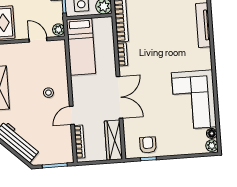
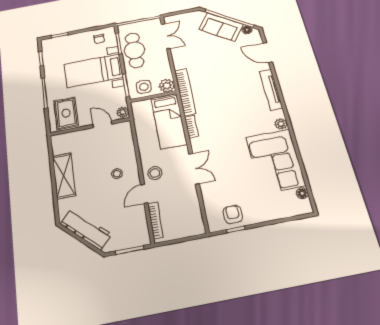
bed: (81, 47) -> (169, 121), moved
stool: (83, 97) -> (155, 173), added
double door: (119, 97) -> (194, 169), width x0.73
wardrobe: (113, 140) -> (193, 214), removed
plant: (212, 146) -> (281, 124), moved

